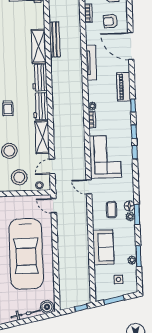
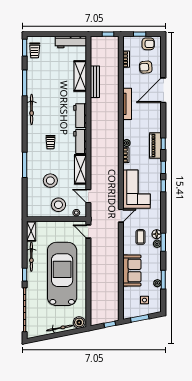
shelving: (39, 46) -> (80, 76), moved
door: (131, 46) -> (163, 90), hinge flipped
piano: (124, 87) -> (155, 145), moved
door: (52, 166) -> (88, 196), hinge flipped
door: (89, 187) -> (121, 216), swing flipped
car: (26, 254) -> (62, 274), turned 180

